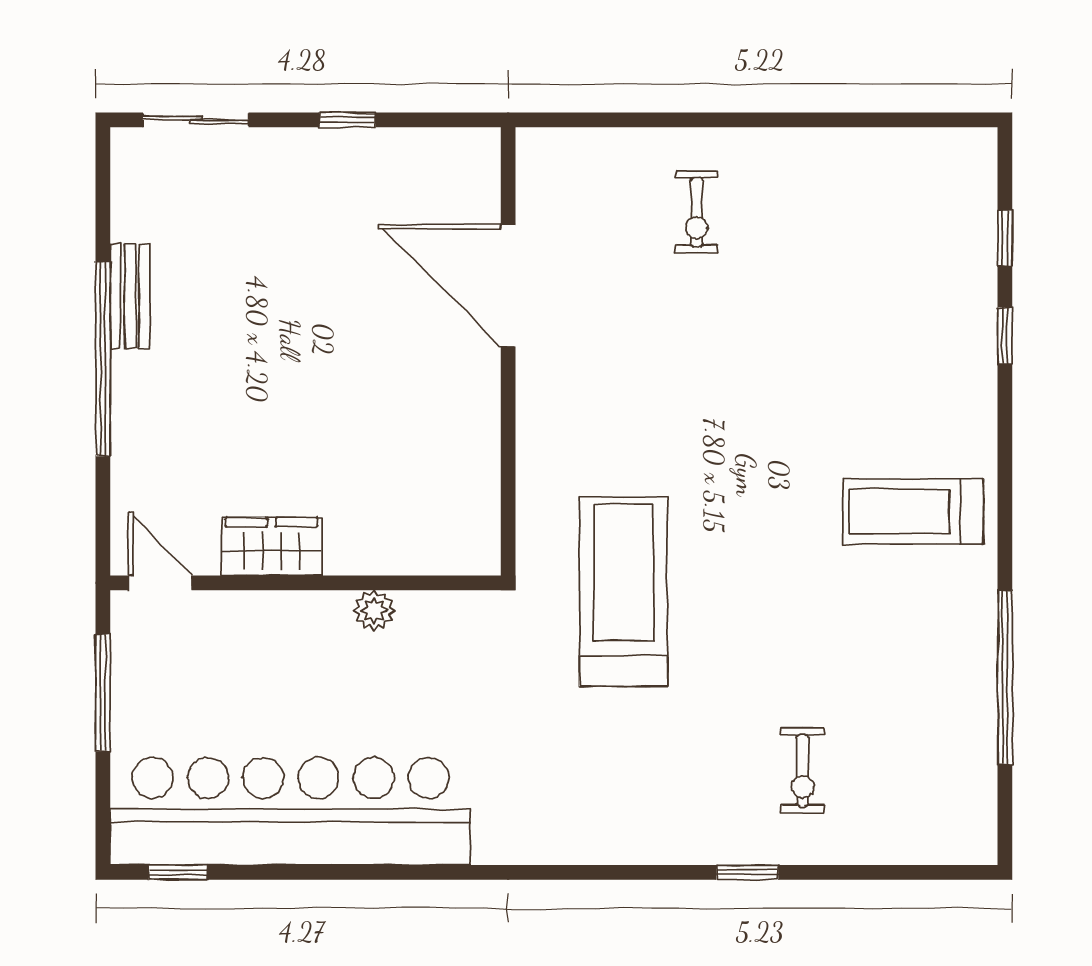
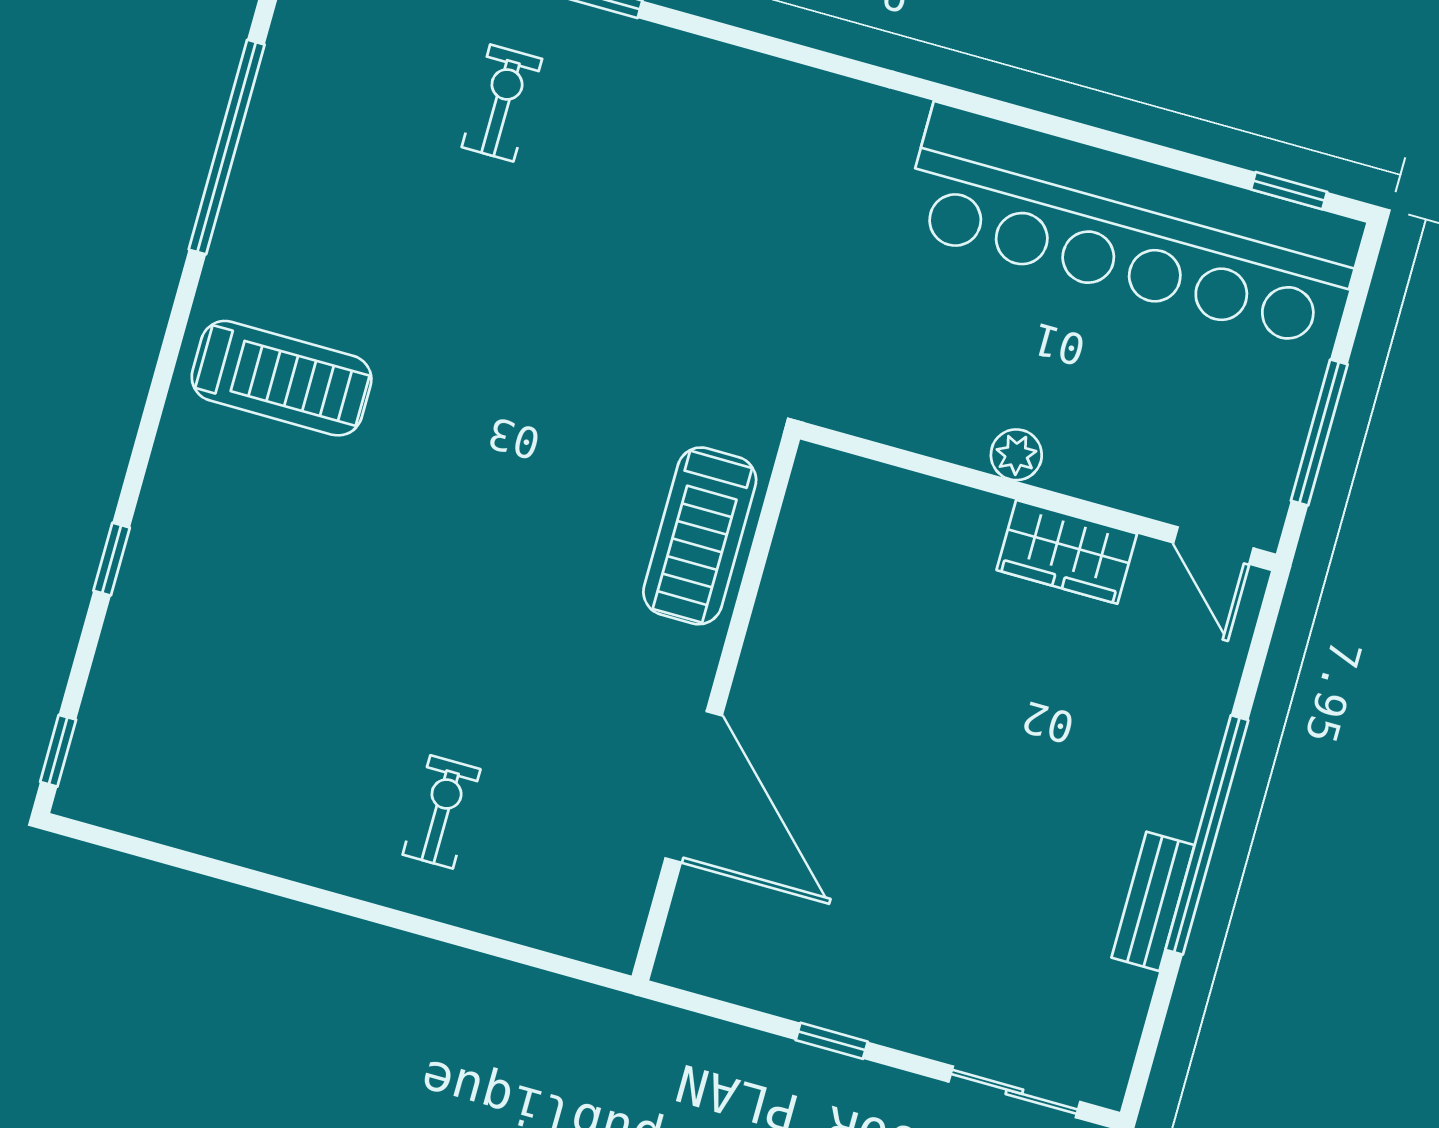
window: (1005, 238) -> (58, 751), moved
treadmill: (623, 591) -> (700, 536), moved, width x0.73, depth x0.73
plant: (374, 610) -> (1016, 455), moved

